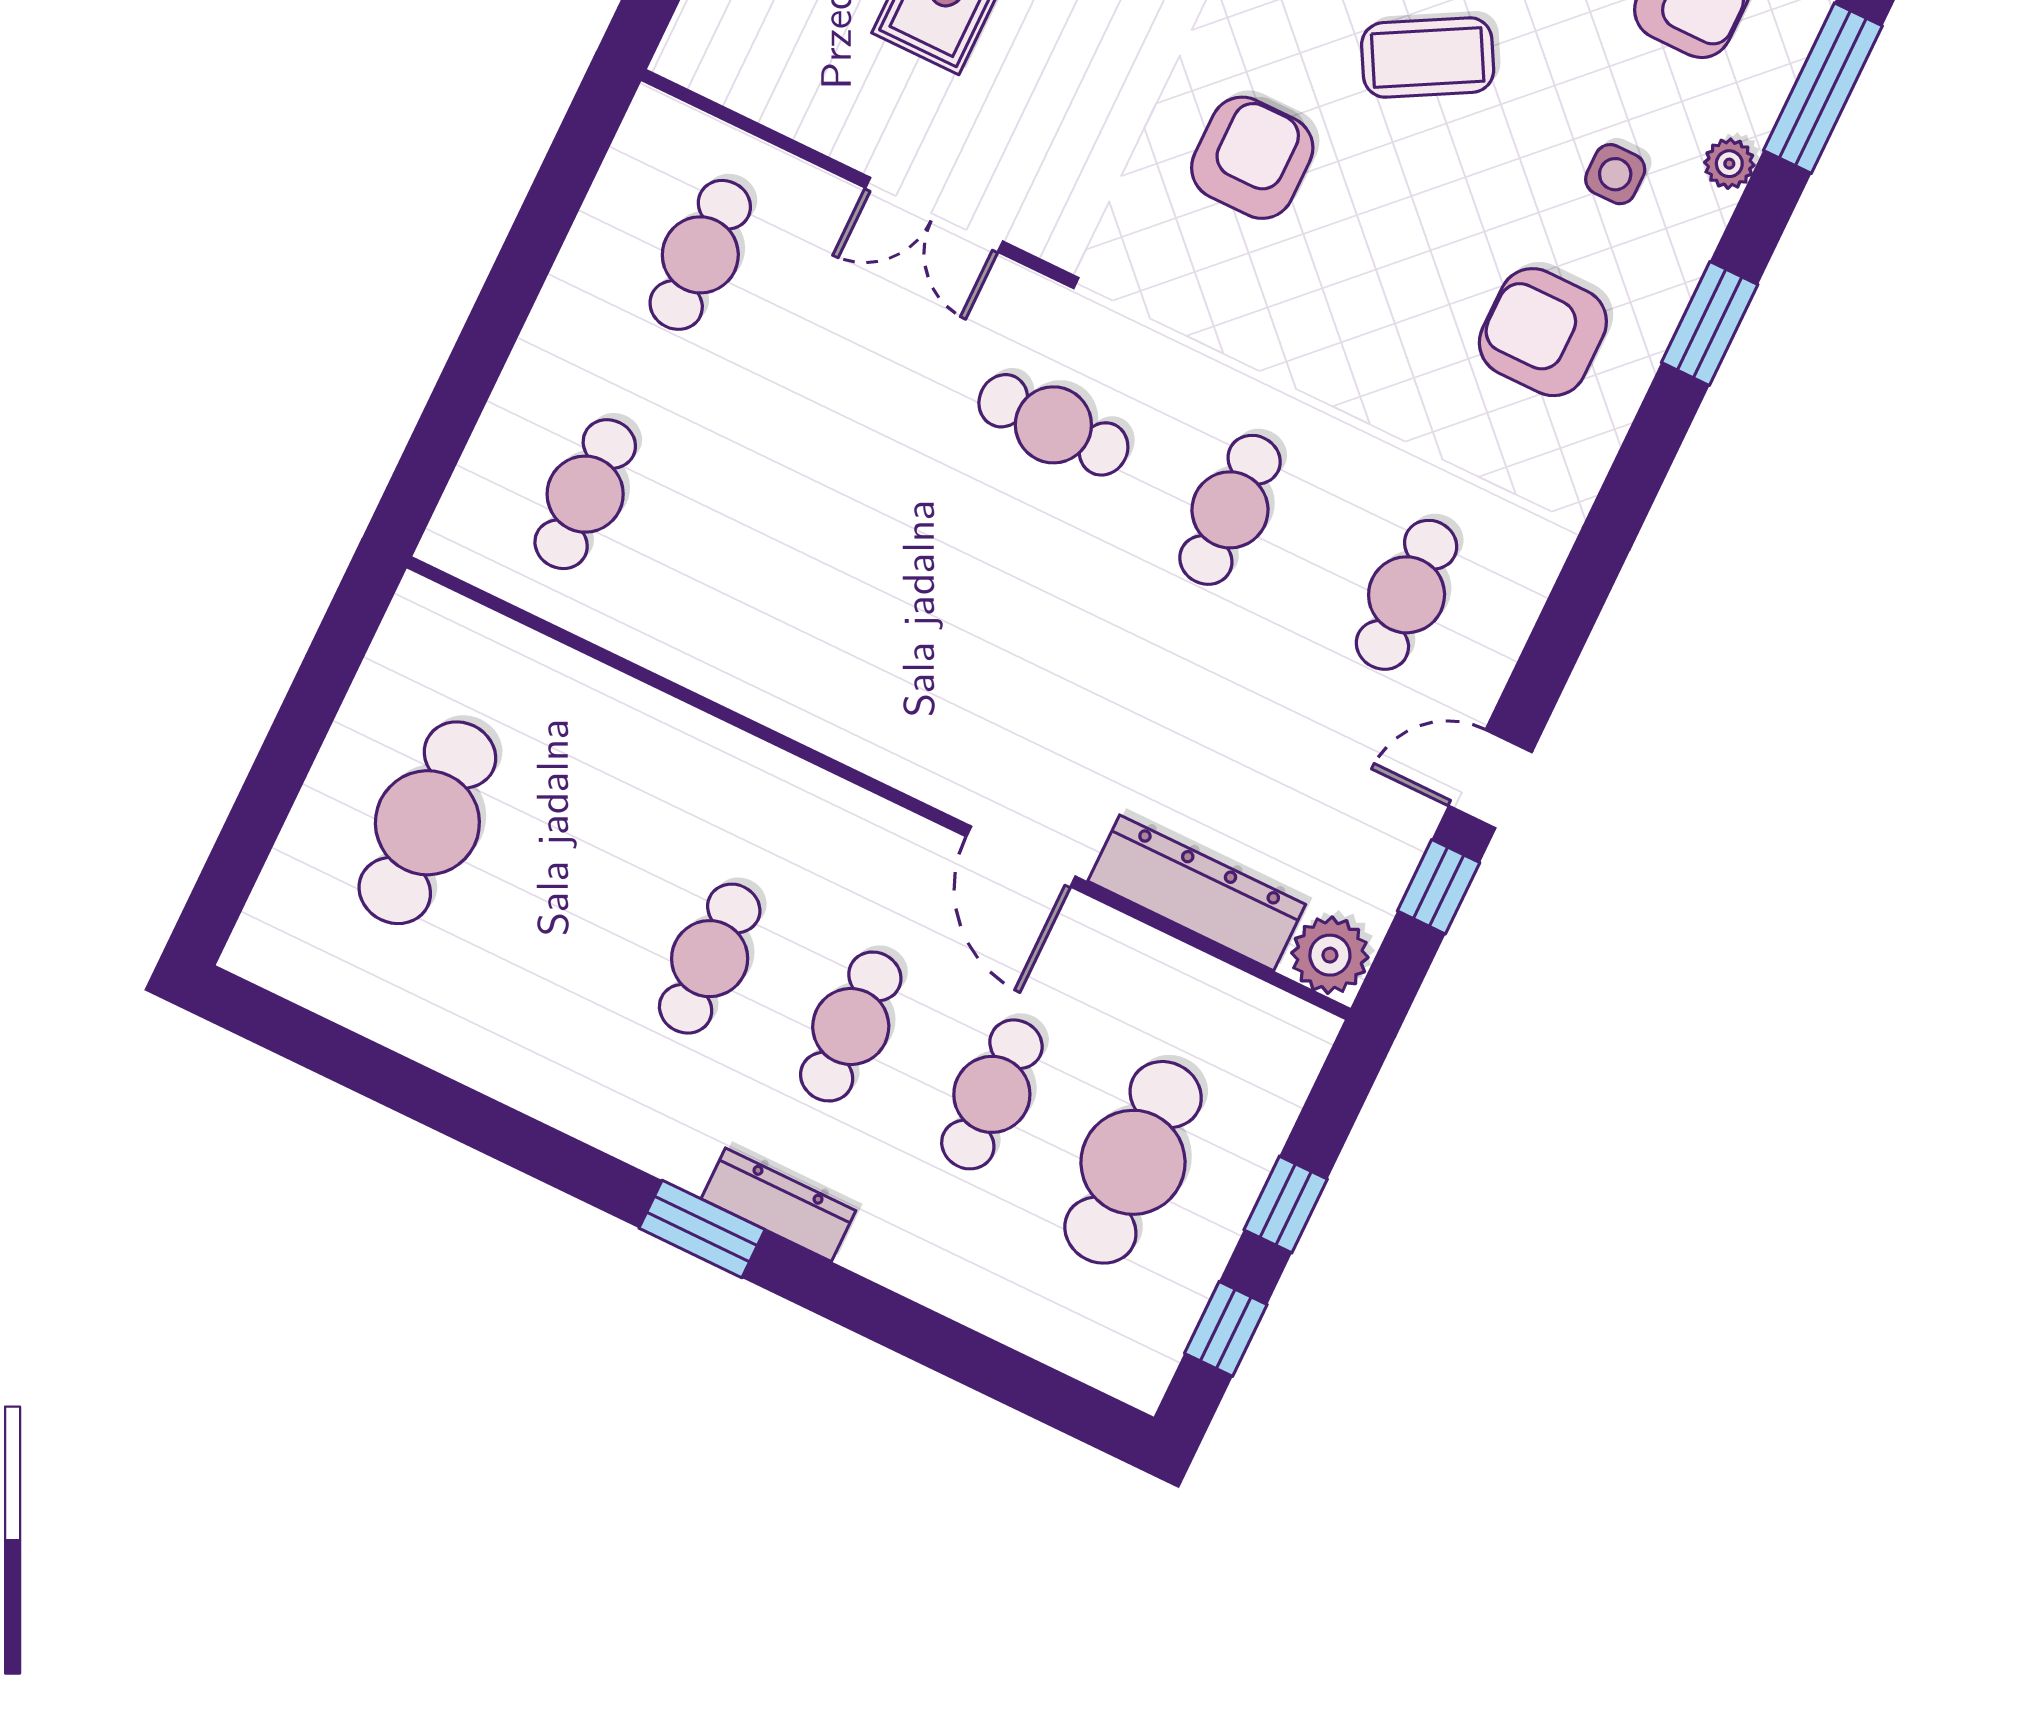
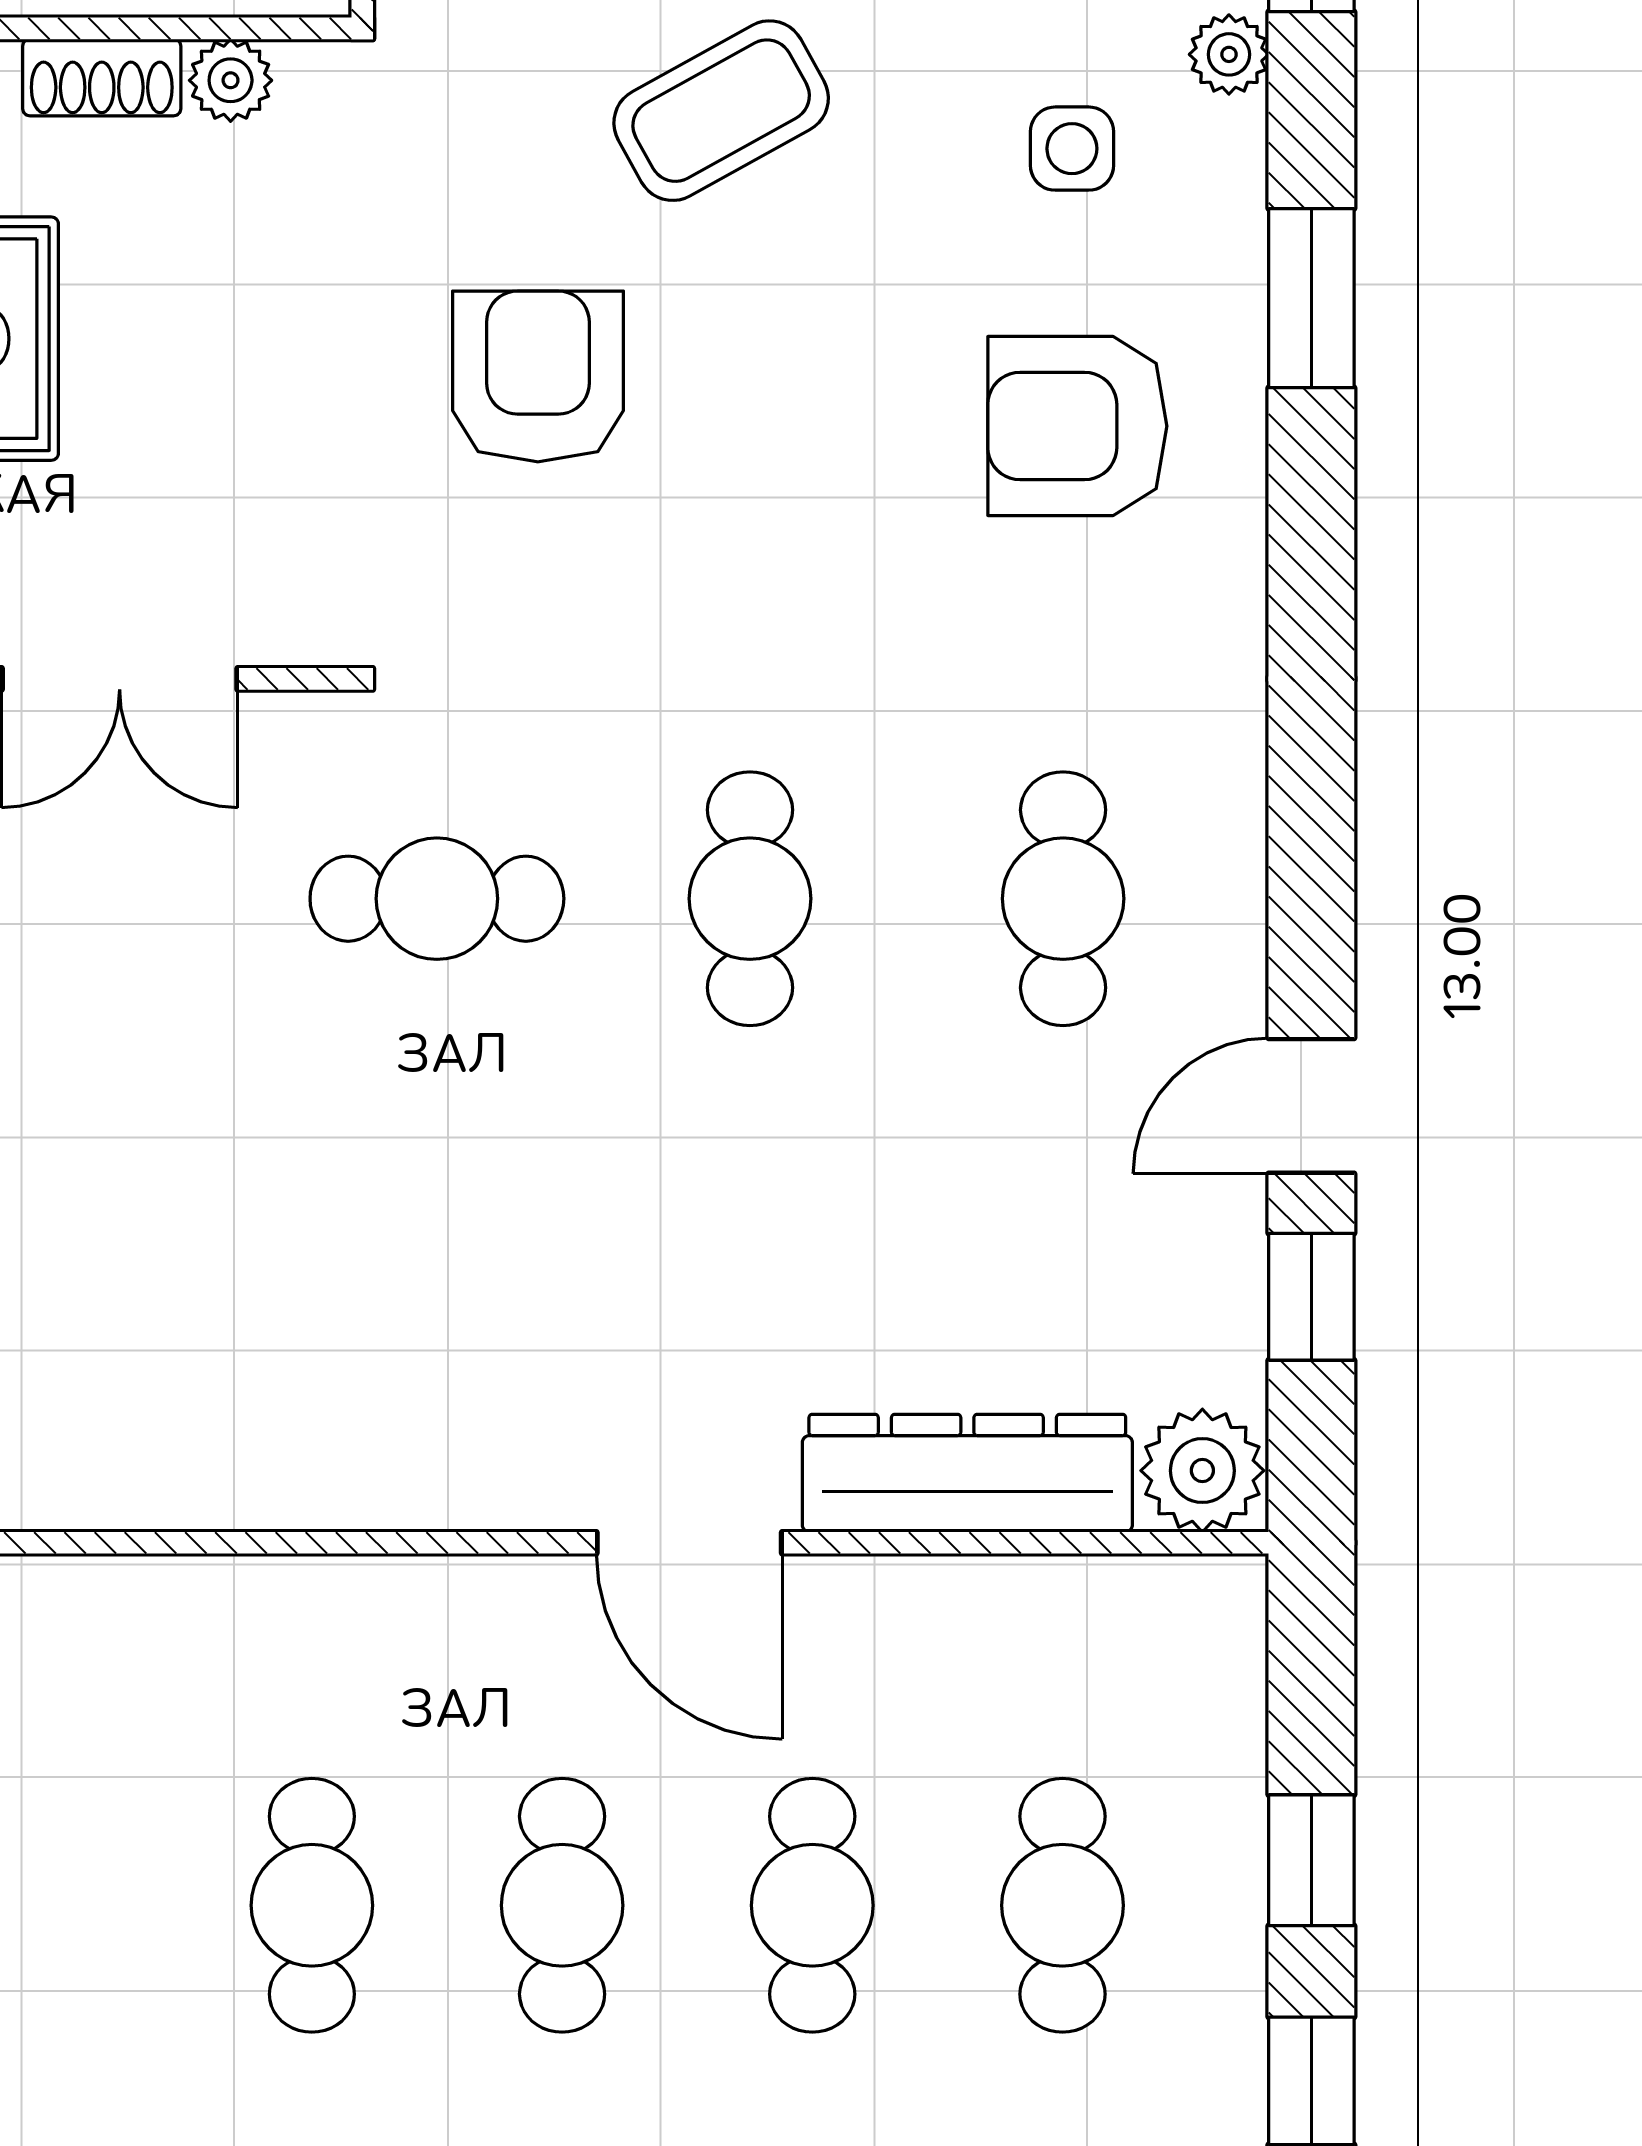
cafe table: (1133, 1162) -> (1062, 1905), width x0.73, depth x0.74

